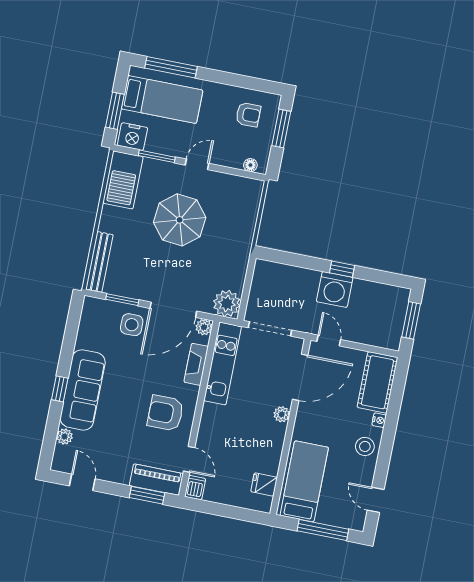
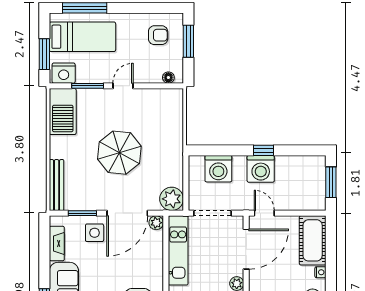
parasol: (180, 220) -> (119, 153), moved
washing machine: (287, 280) -> (218, 169), added
fireplace: (196, 364) -> (57, 244), moved, turned 180

